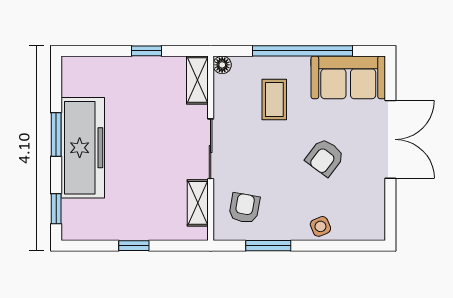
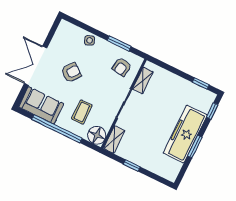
floor lamp: (222, 65) -> (97, 135), width x1.89, depth x1.89
window: (134, 246) -> (201, 84), moved

